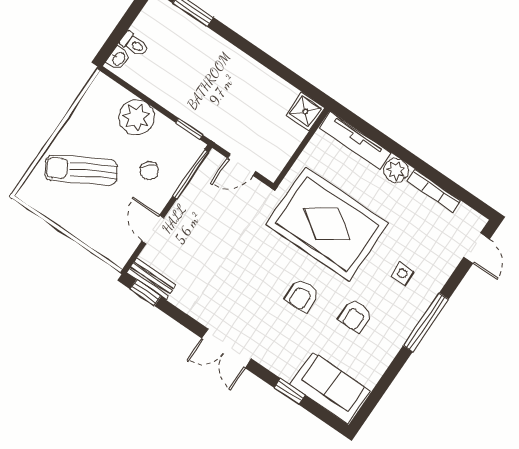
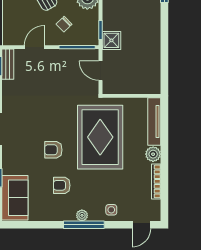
shower: (305, 111) -> (111, 40), moved
side table: (402, 274) -> (111, 210), moved
plant: (412, 317) -> (82, 215), added

